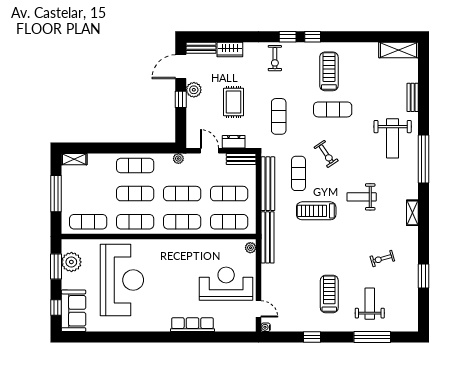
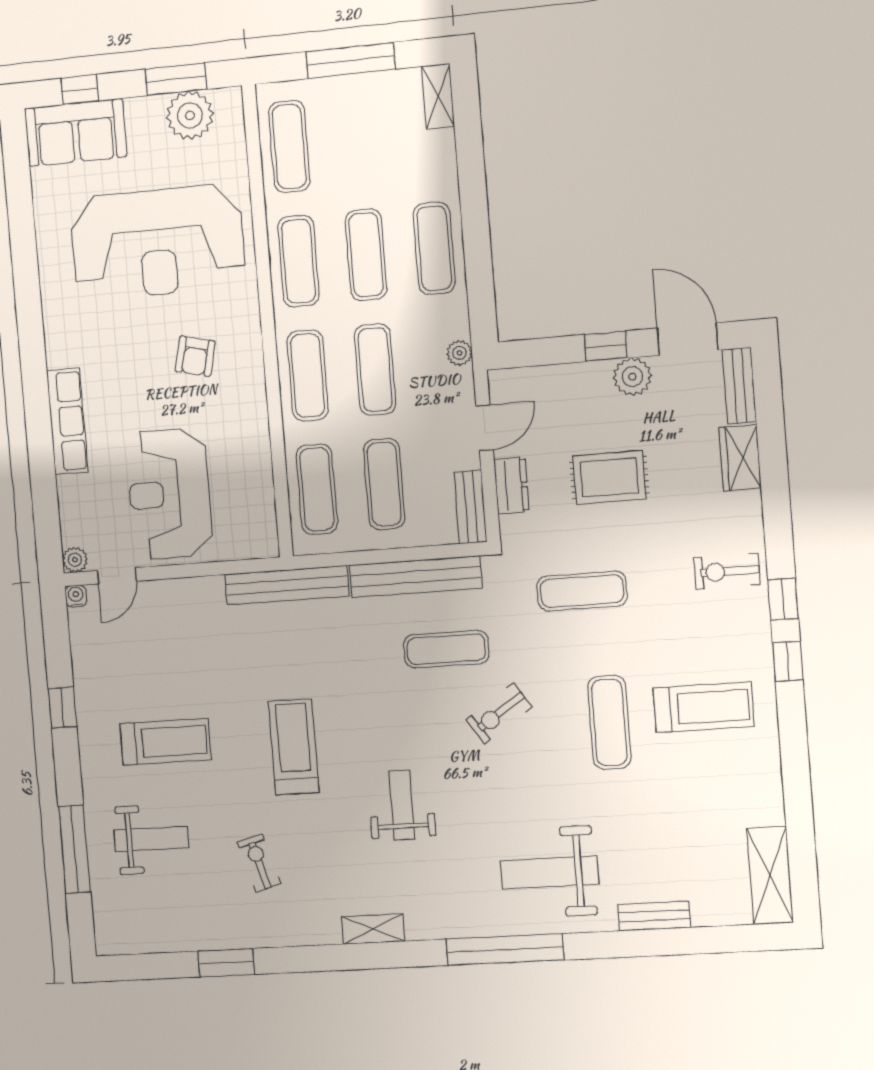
treadmill: (316, 211) -> (294, 747), moved
plant: (250, 248) -> (75, 560), moved
armchair: (170, 268) -> (195, 356), added
reception desk: (226, 284) -> (169, 494), turned 180

